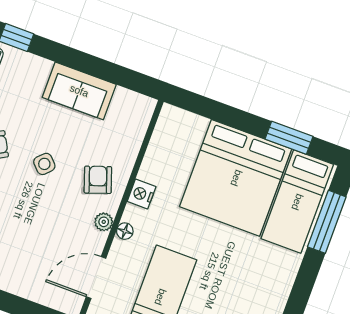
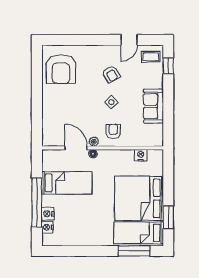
armchair: (98, 180) -> (113, 131), turned -71
nightstand: (142, 194) -> (141, 155), moved
door: (96, 277) -> (76, 148), moved

